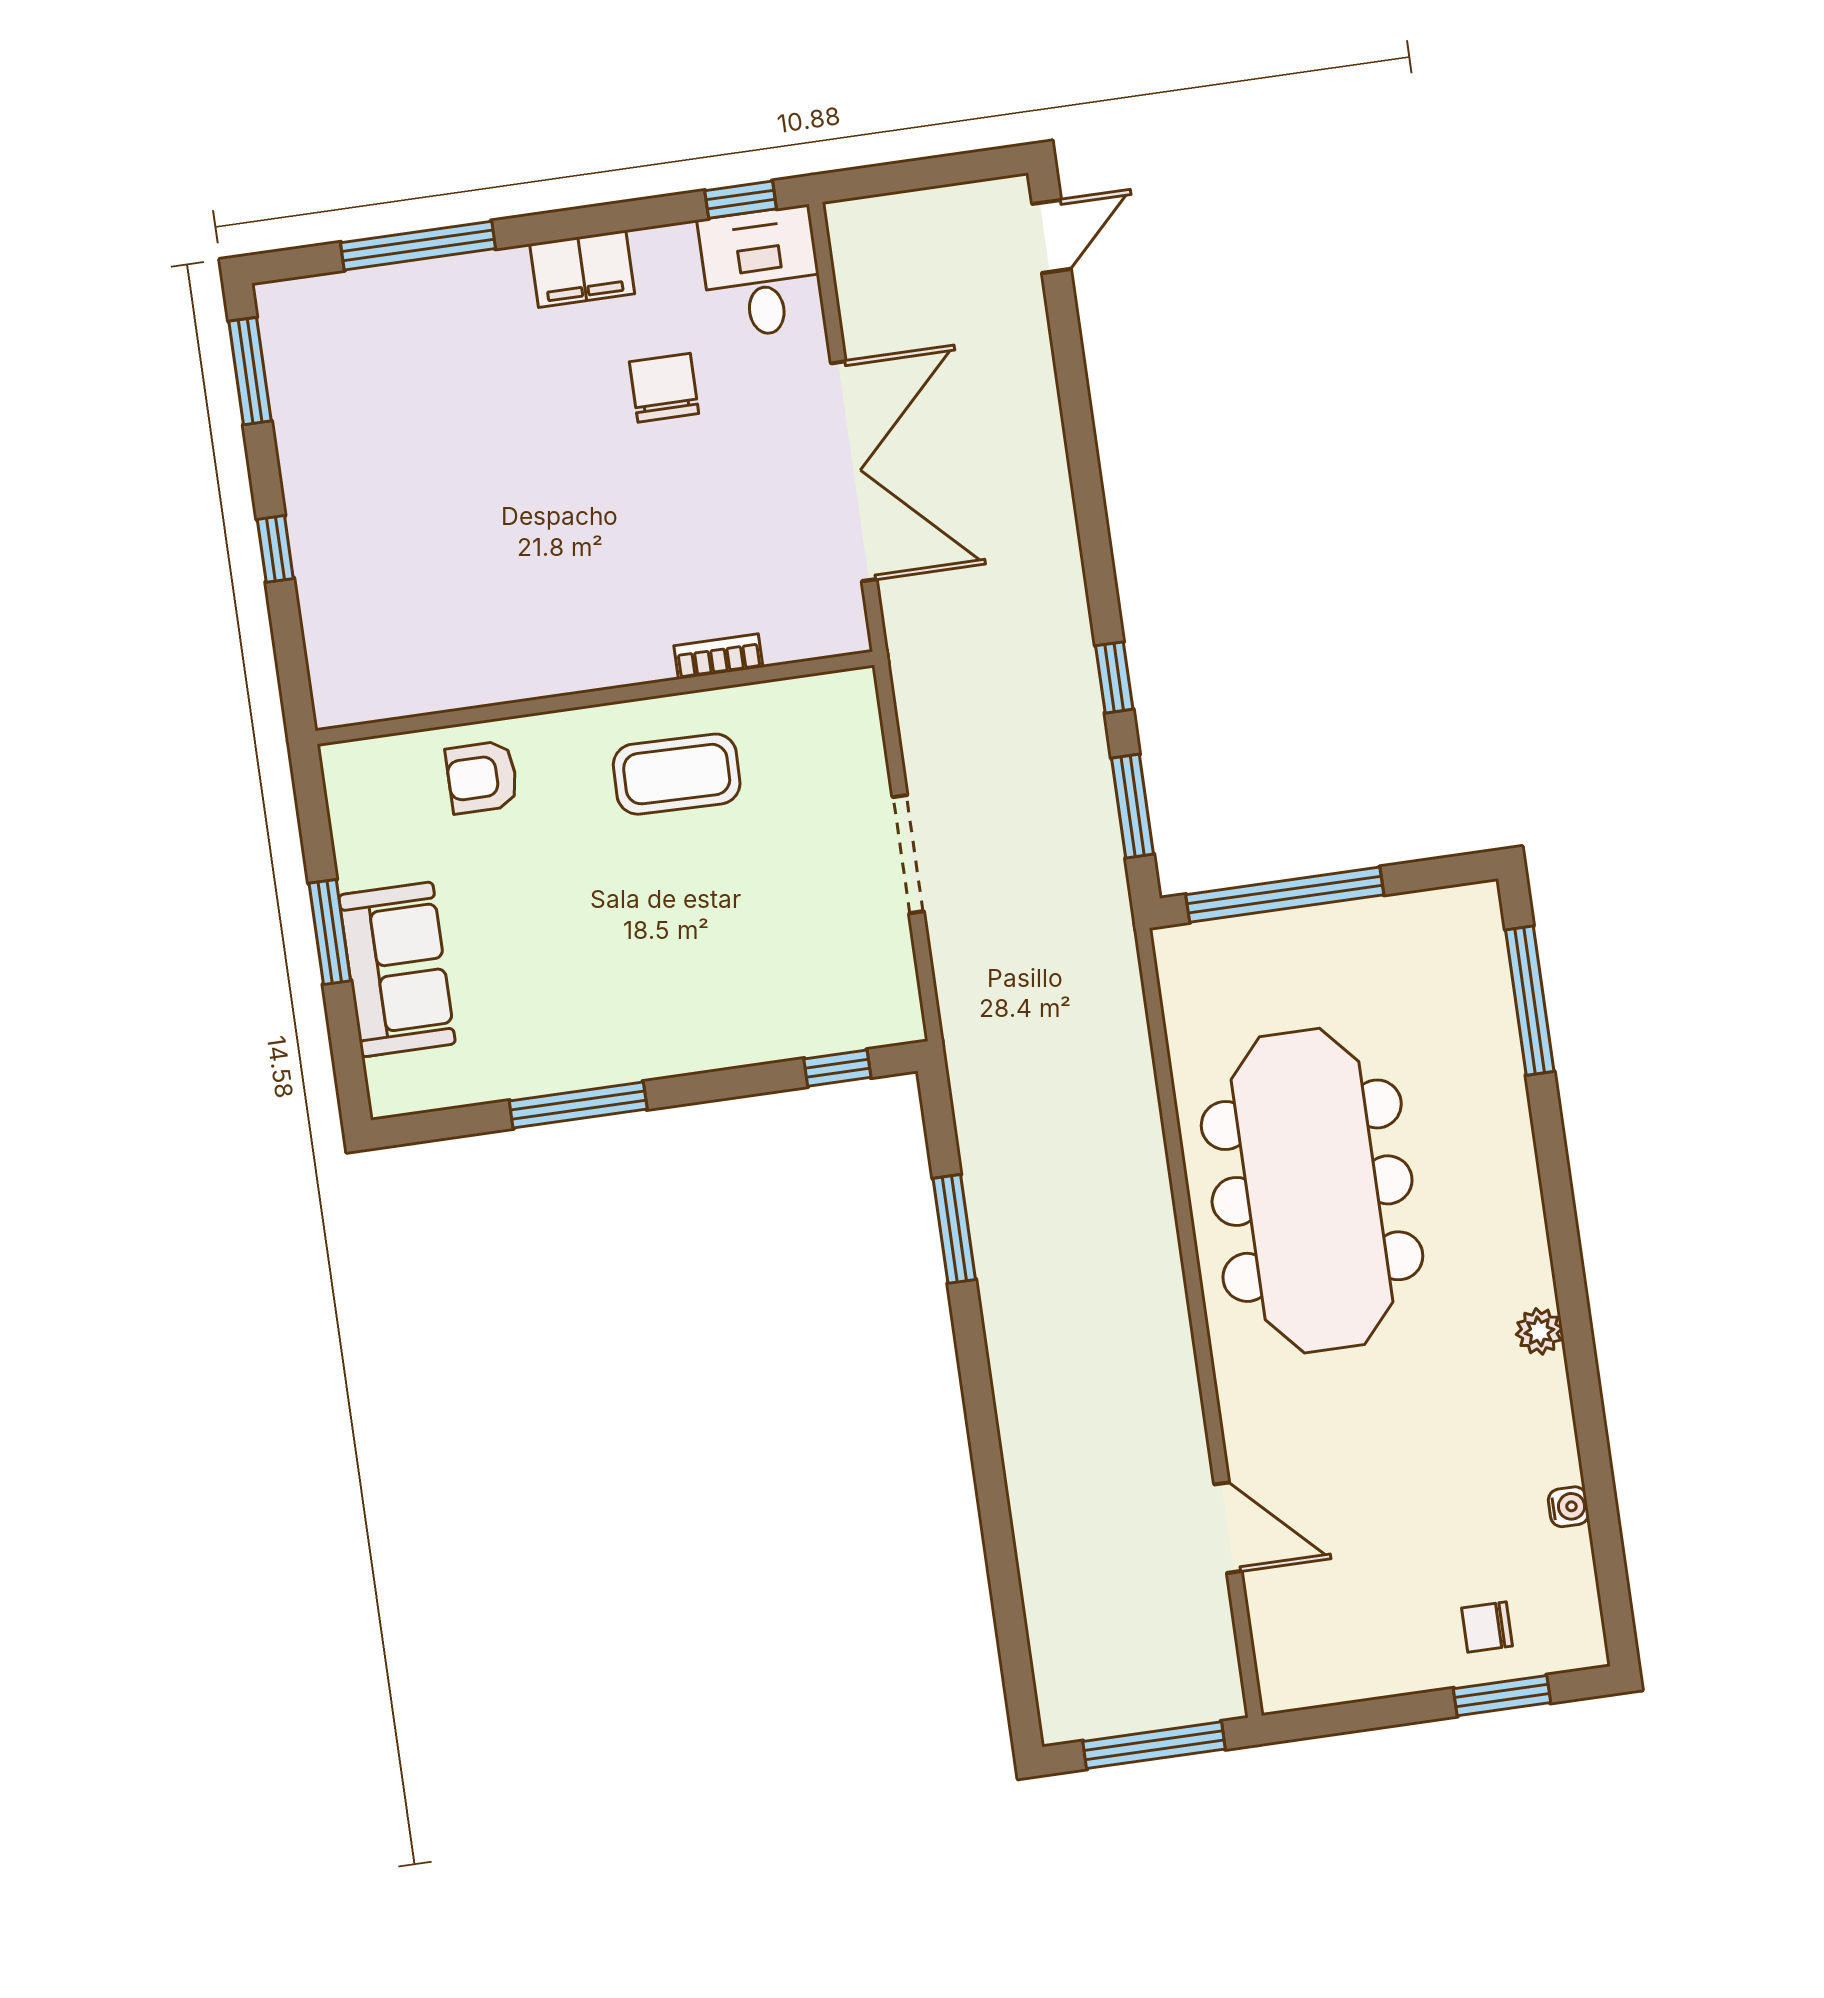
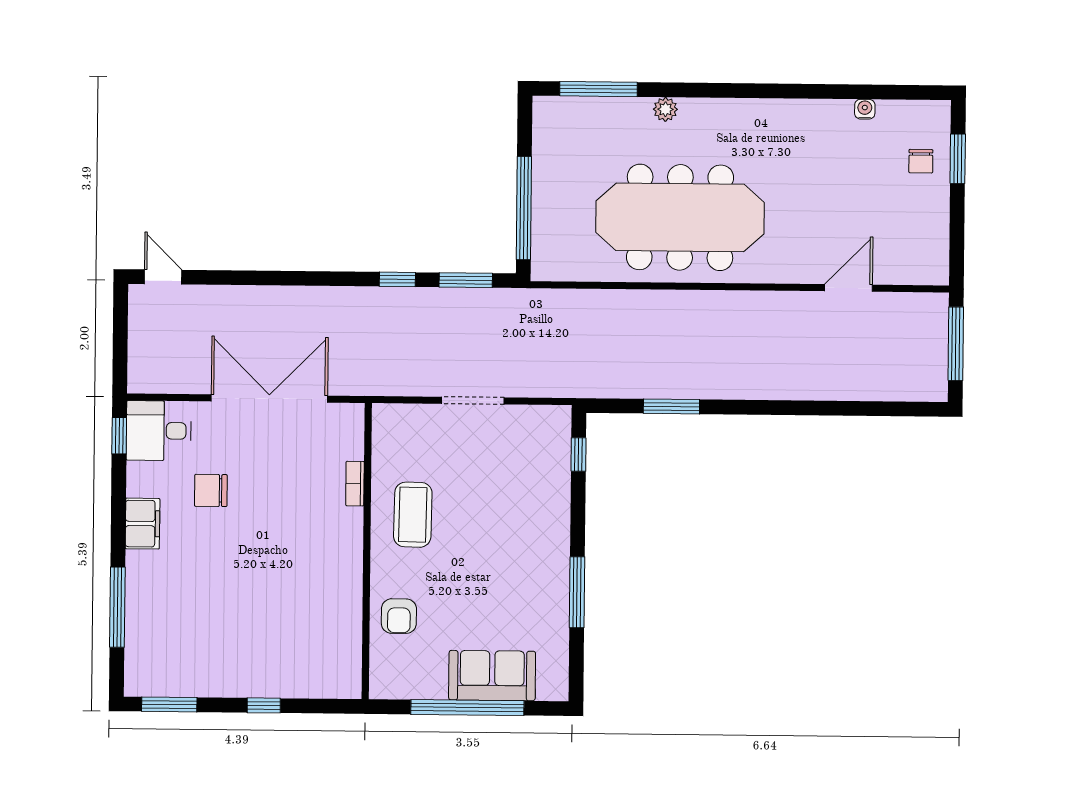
window: (330, 932) -> (467, 708), width x2.11
plant: (1539, 1331) -> (665, 109), moved

